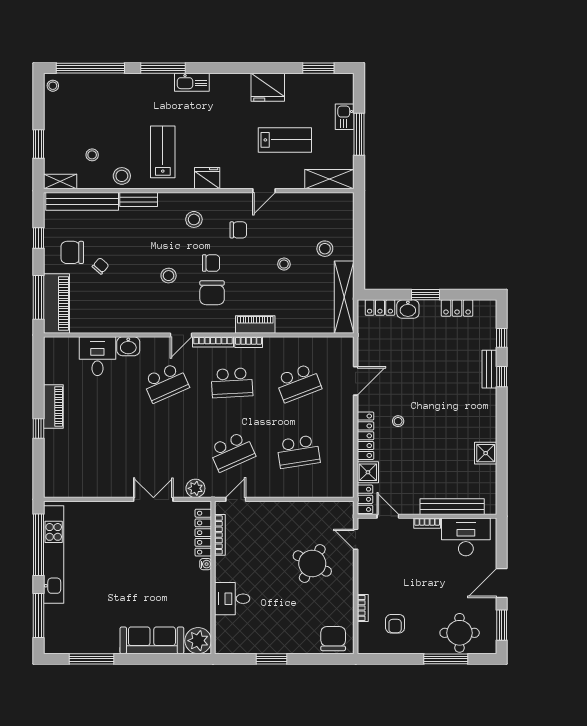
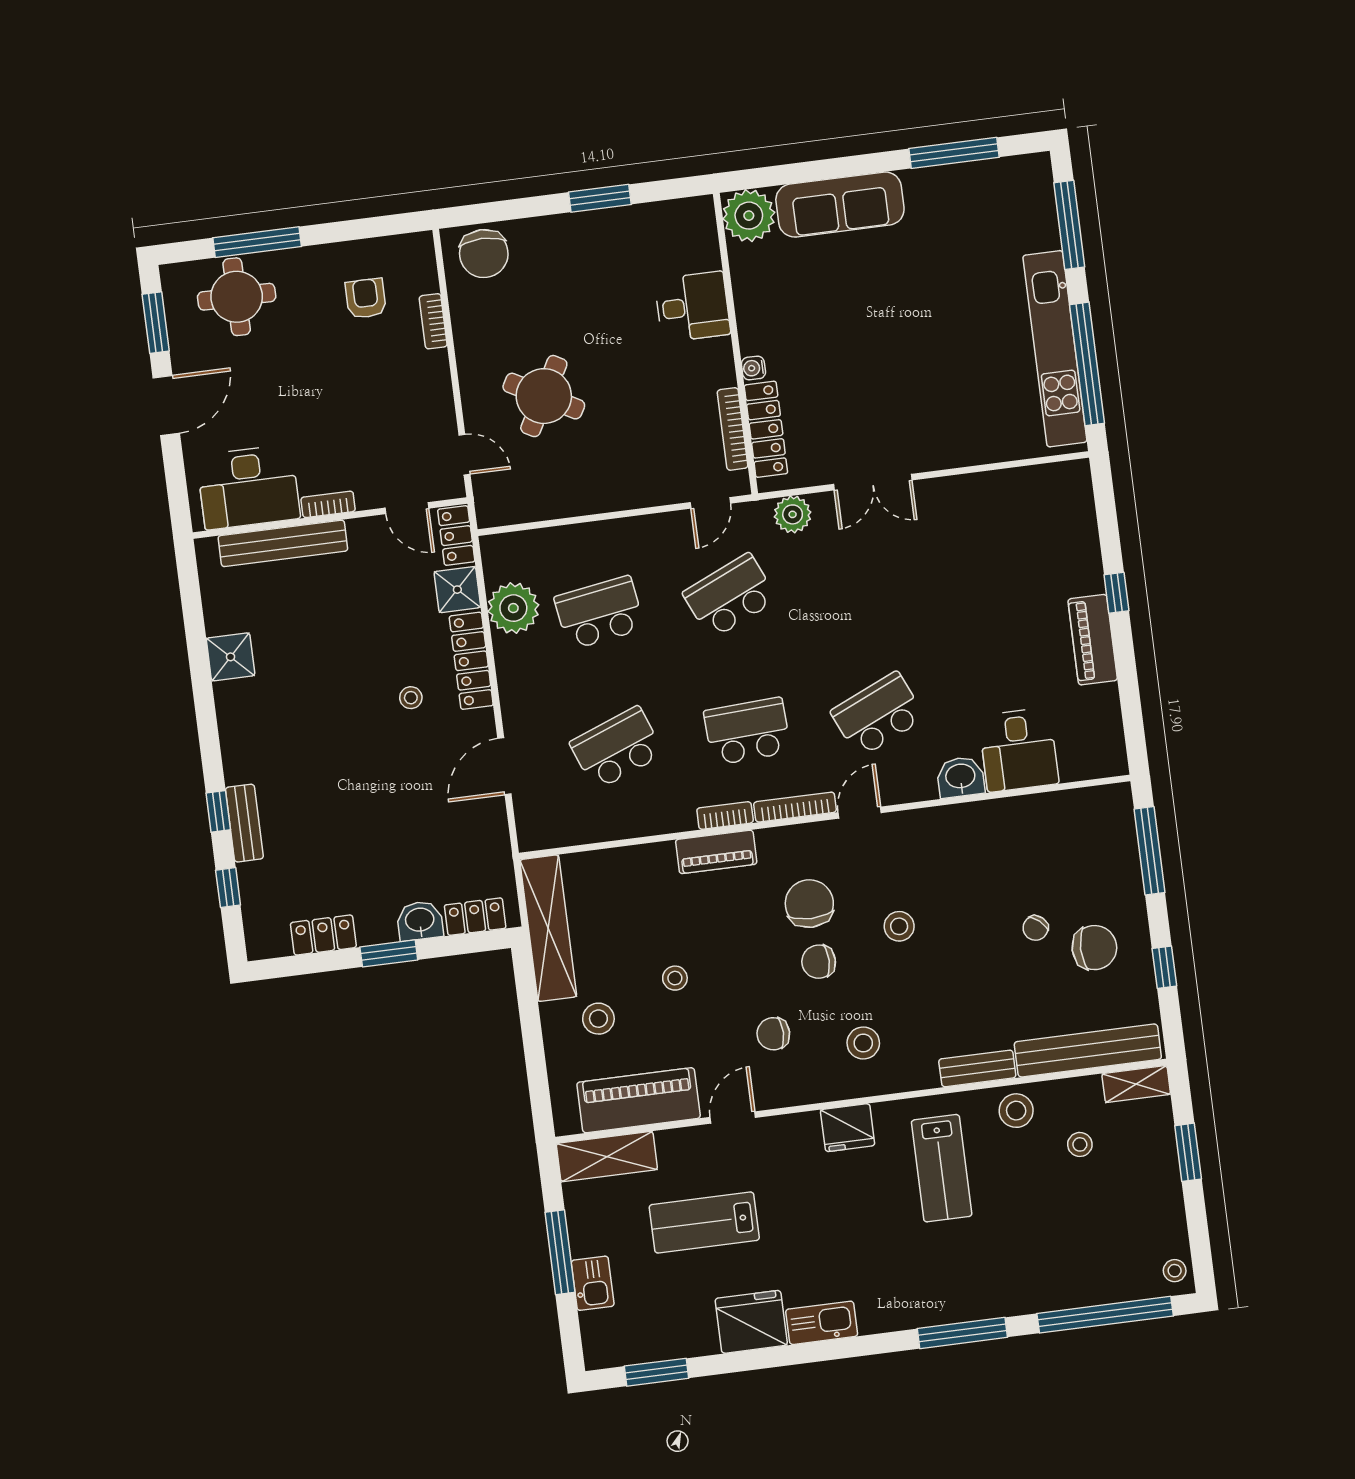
kitchen sink: (192, 82) -> (822, 1323), moved
piano: (56, 303) -> (639, 1100), moved, turned 90
plant: (341, 459) -> (513, 608), added

